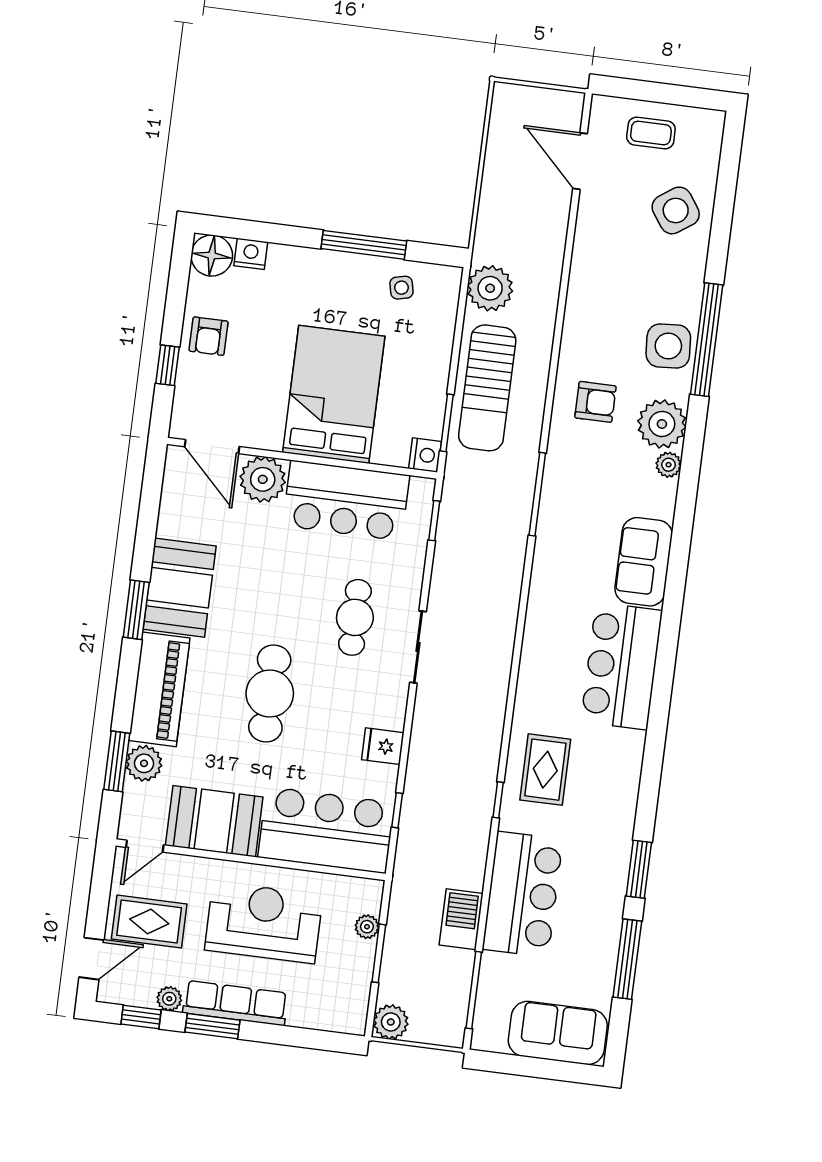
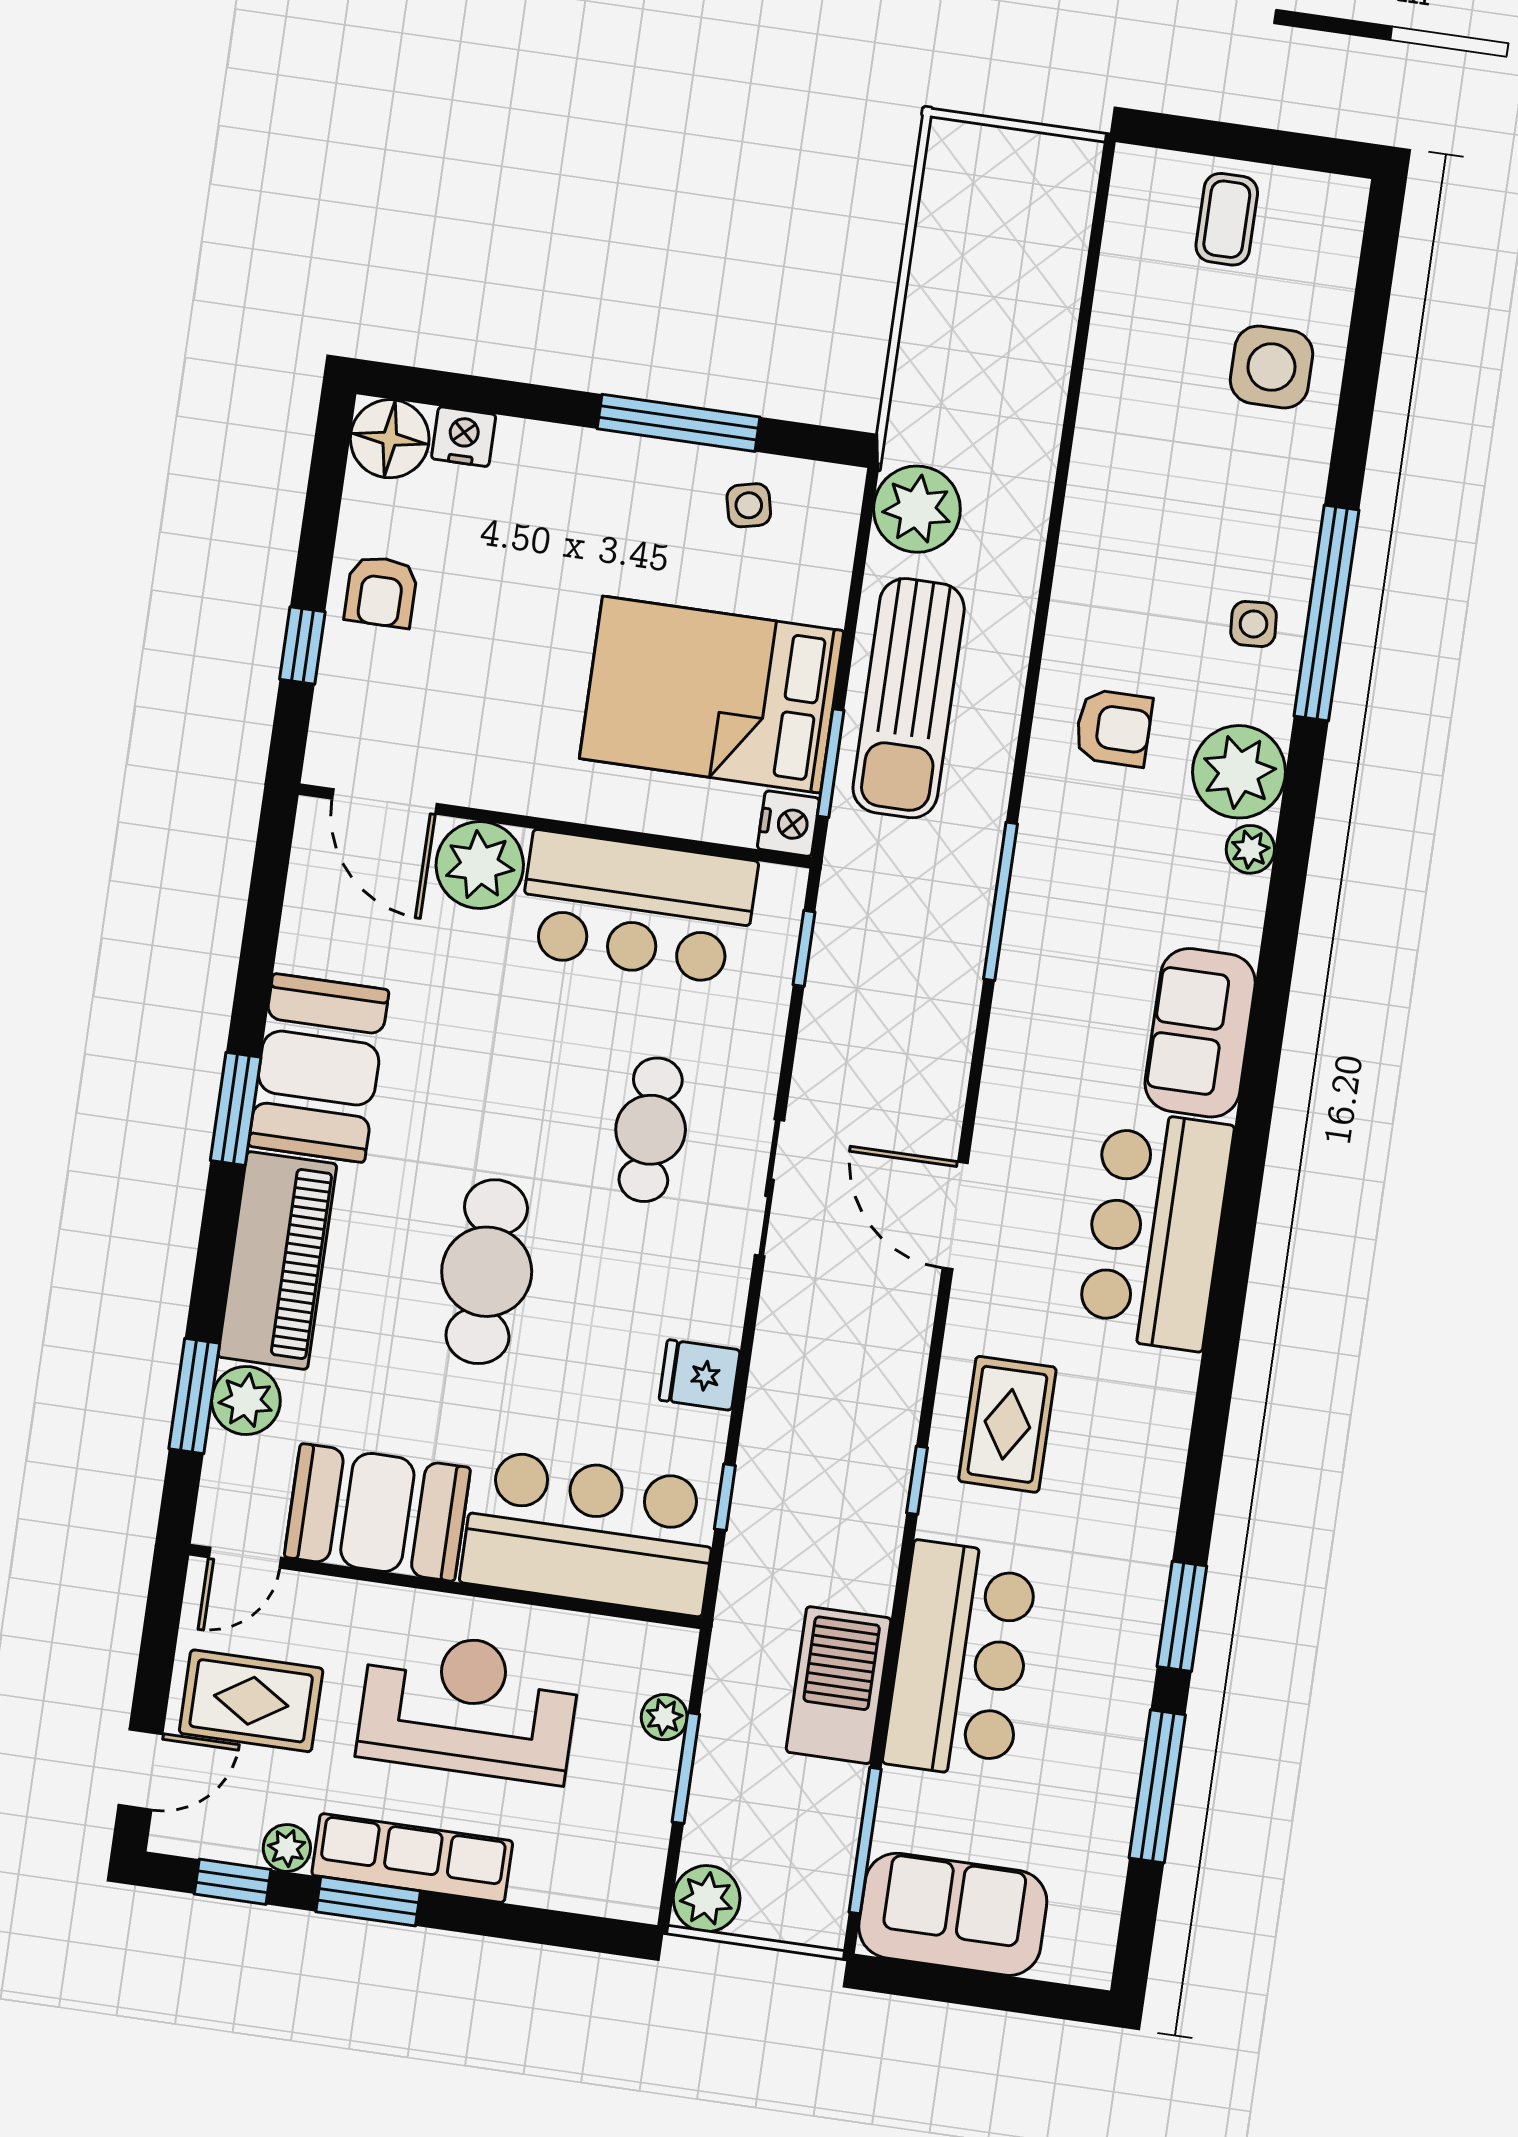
coffee table: (651, 133) -> (1227, 219), turned 90
door: (580, 161) -> (955, 1216), moved
side table: (676, 210) -> (1271, 367), turned 35
side table: (668, 346) -> (1254, 624), width x0.54, depth x0.54
bed: (334, 394) -> (712, 695), moved, turned -90
barbecue: (461, 919) -> (839, 1685), width x1.37, depth x1.21
sofa: (558, 1033) -> (953, 1914), moved

